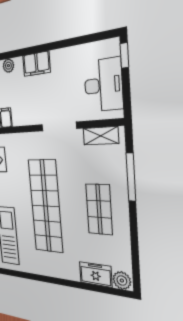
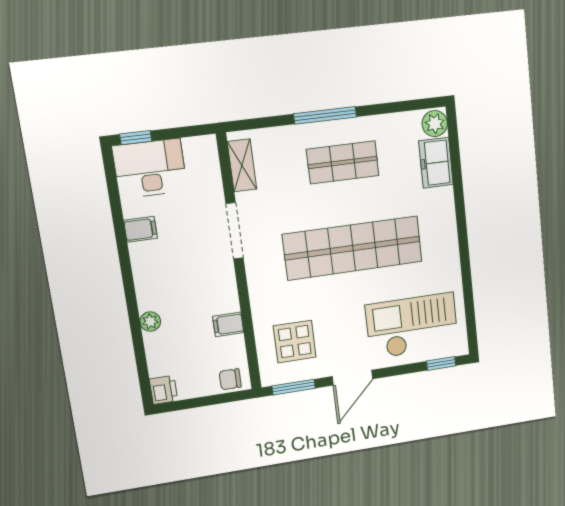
filing cabinet: (36, 64) -> (141, 229), moved, width x0.50
desk: (103, 85) -> (150, 168), moved
window: (131, 177) -> (325, 115), moved

